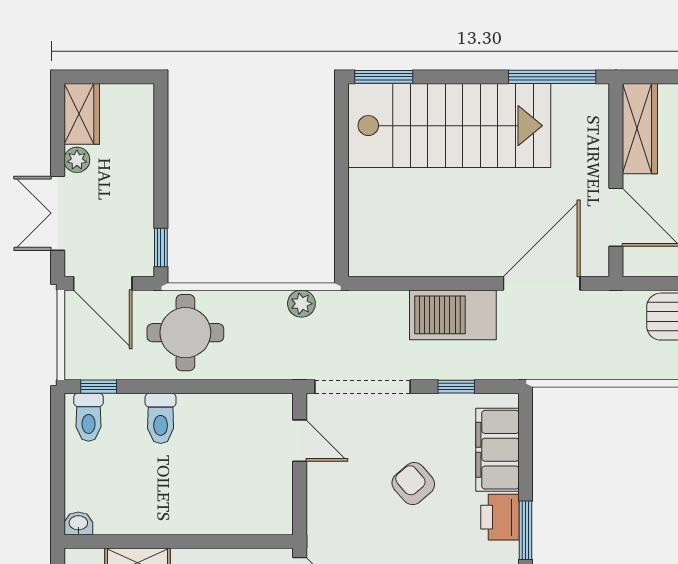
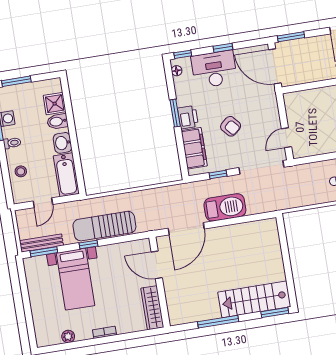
window: (552, 77) -> (218, 322), moved
stairs: (449, 126) -> (254, 299), width x0.73, depth x0.66
plant: (301, 304) -> (296, 201), removed
door: (300, 441) -> (286, 138), hinge flipped

